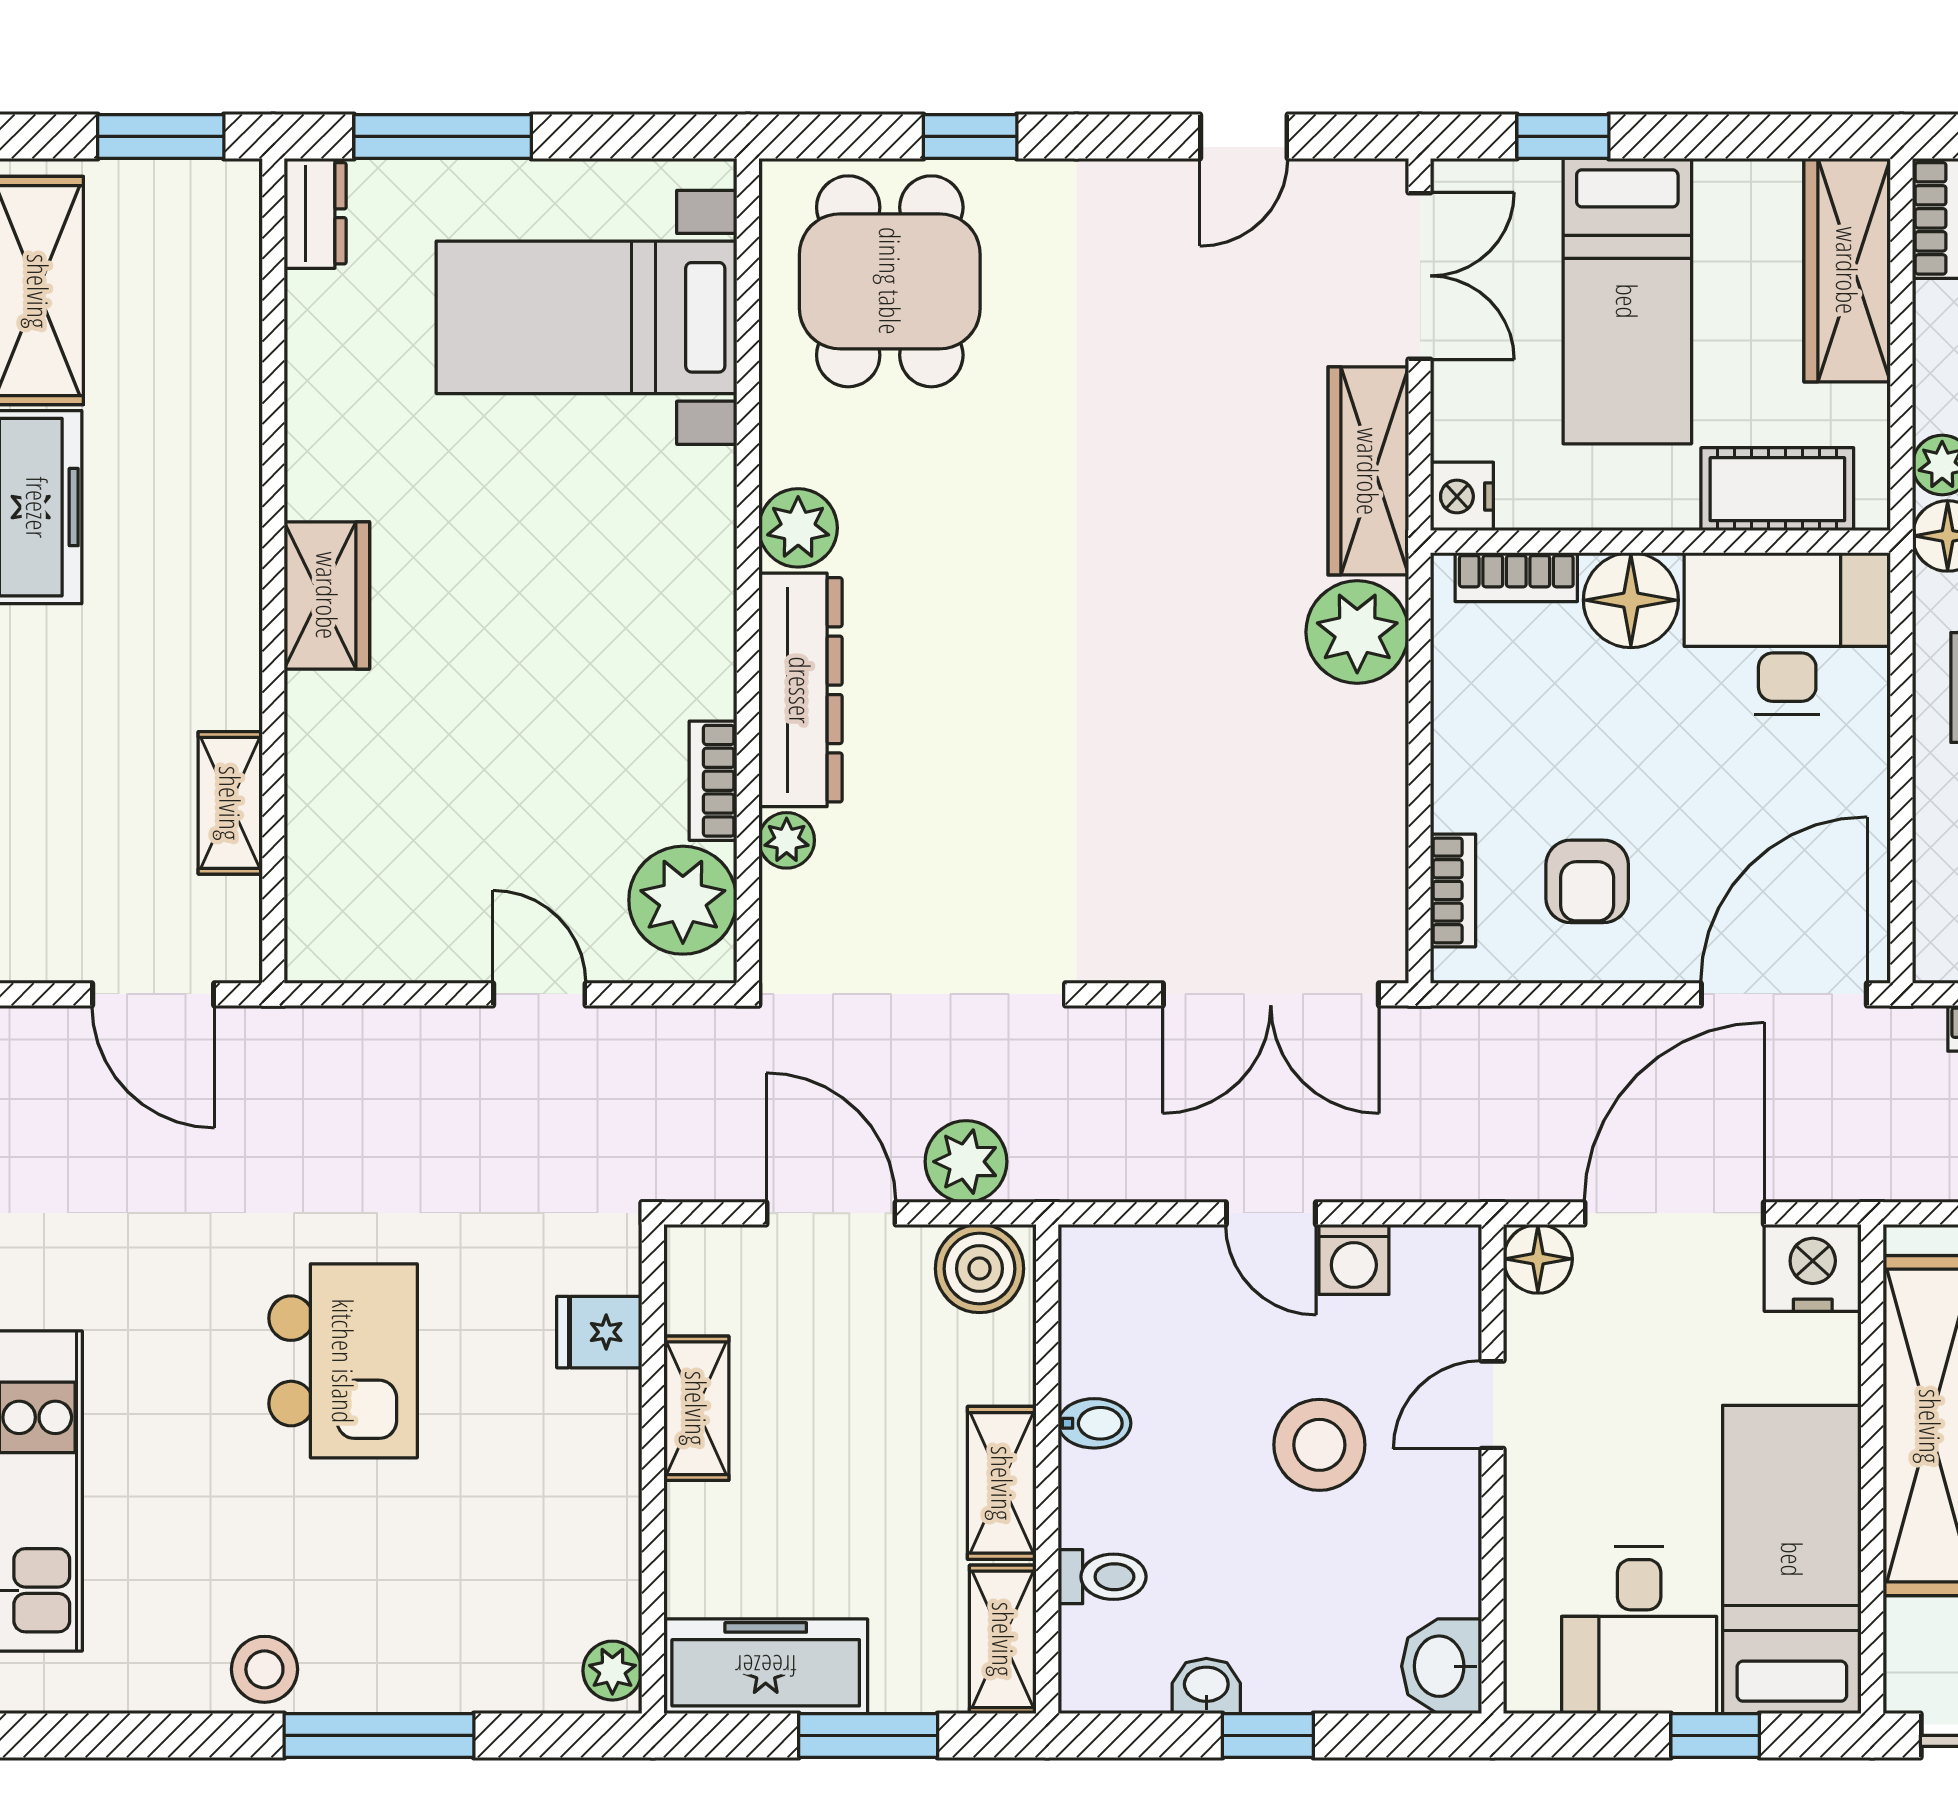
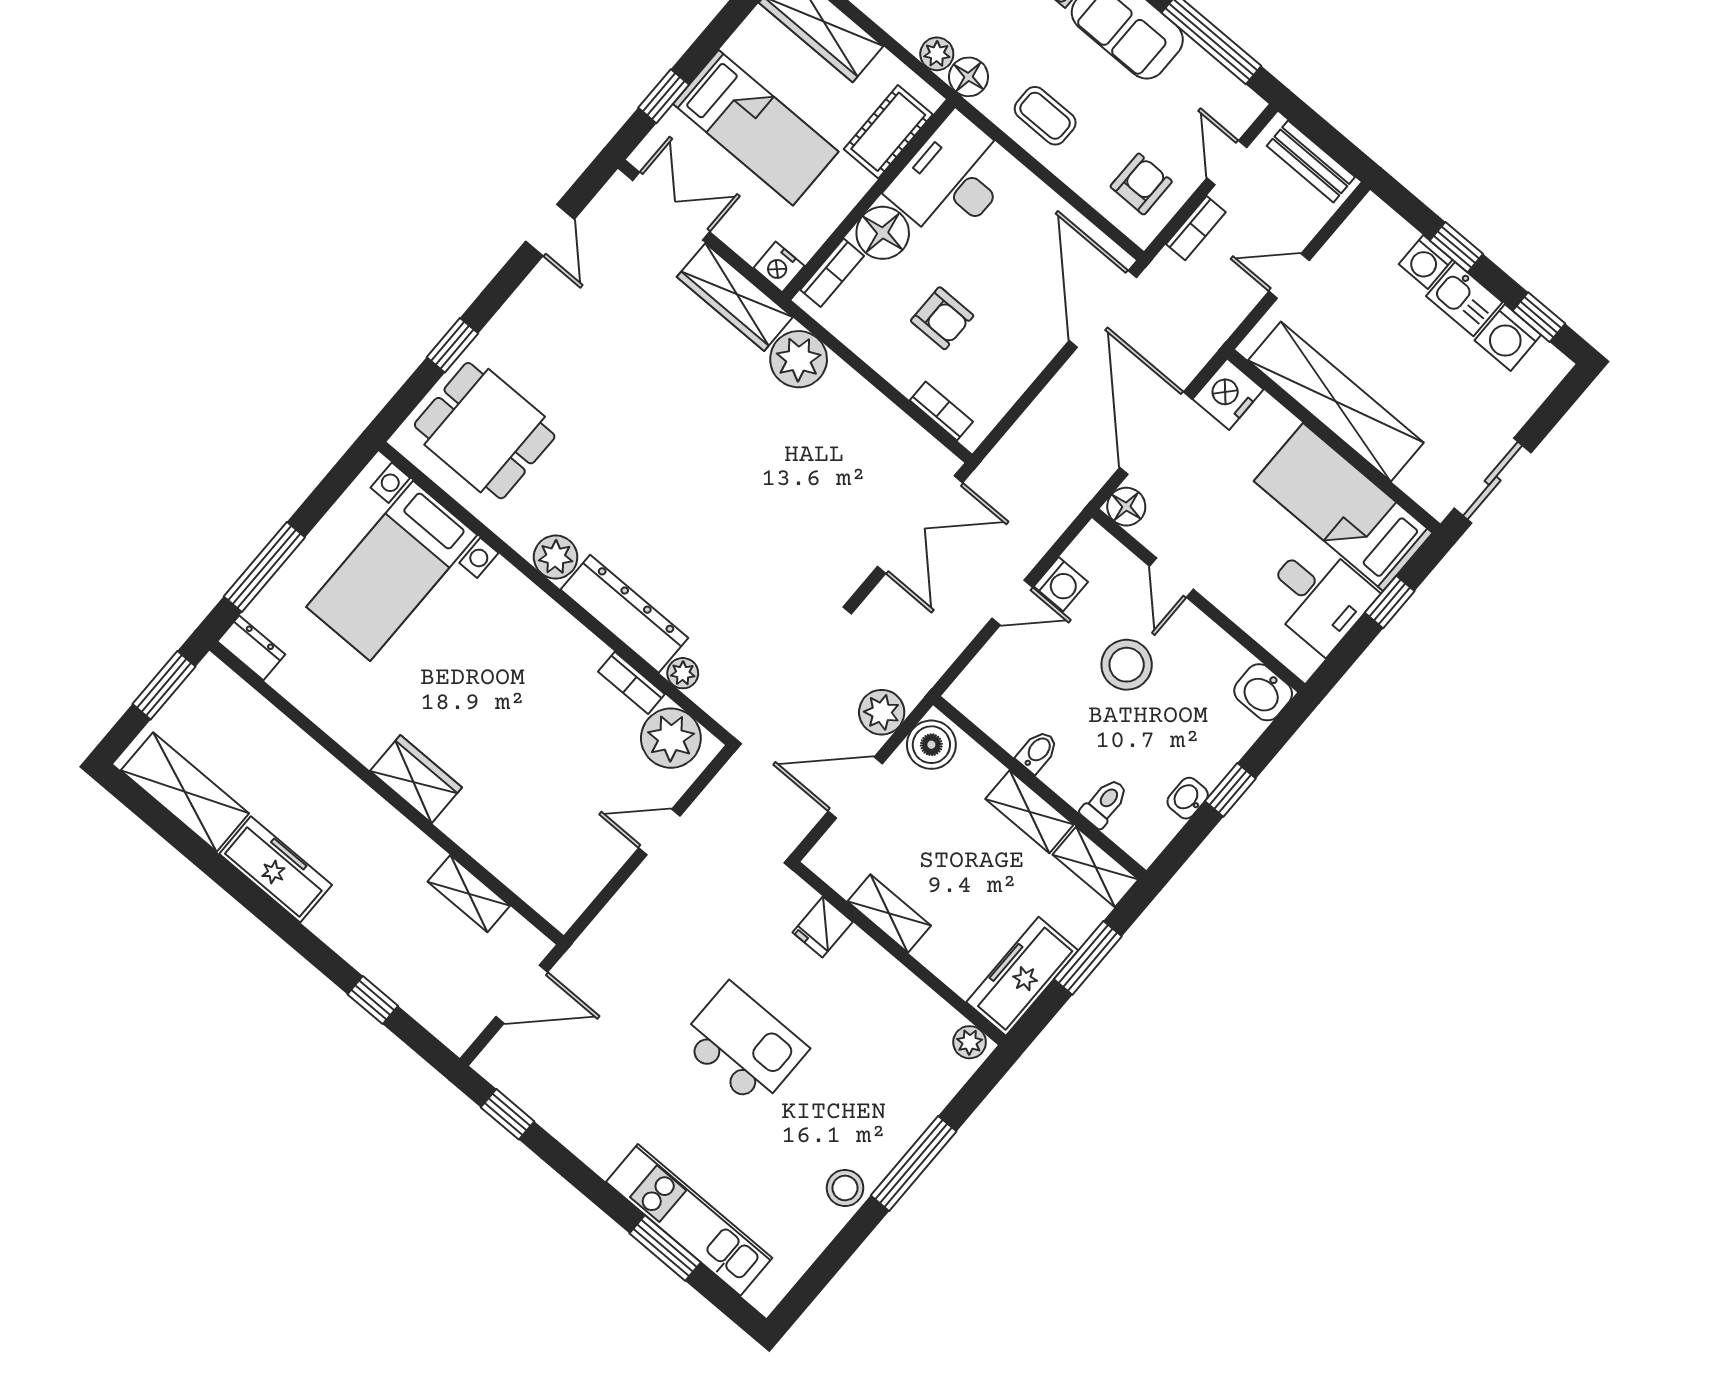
armchair: (1587, 881) -> (942, 318), moved

